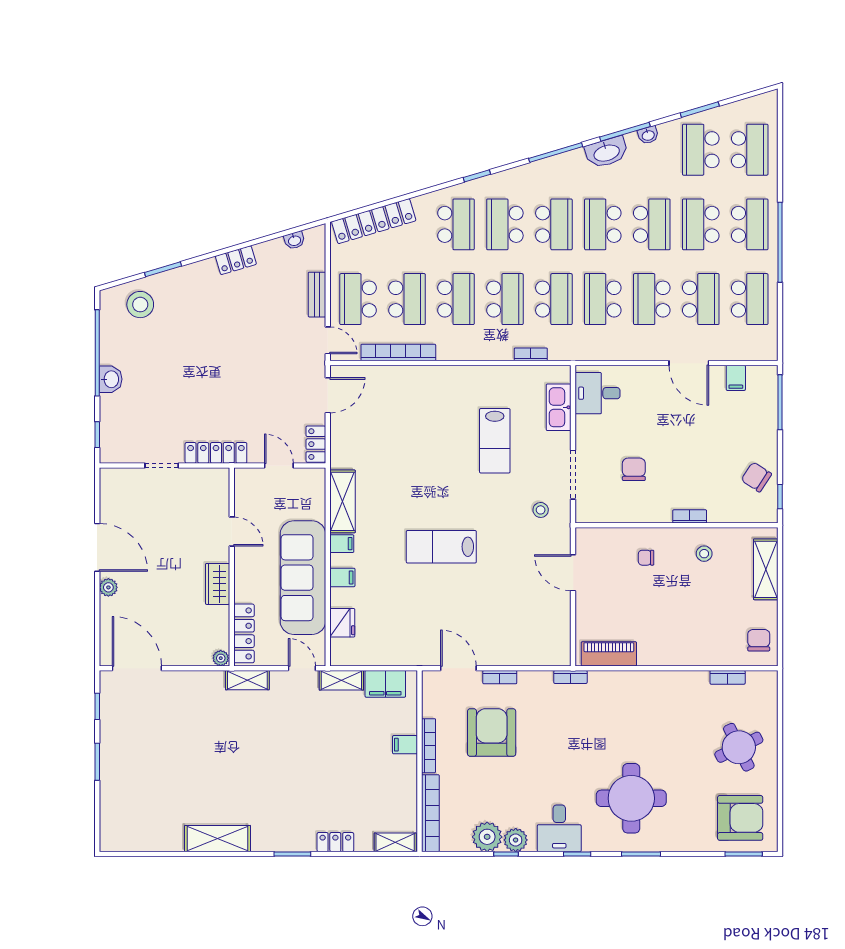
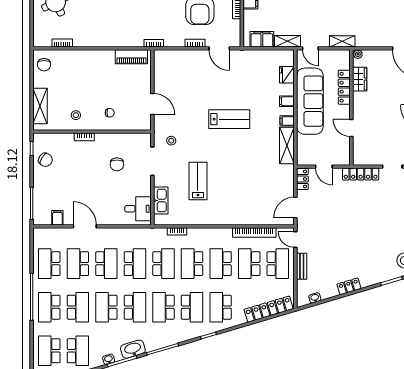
school desk: (554, 299) -> (164, 264), turned 180
wardrobe: (218, 584) -> (360, 79), moved
locker: (244, 633) -> (344, 87), moved

